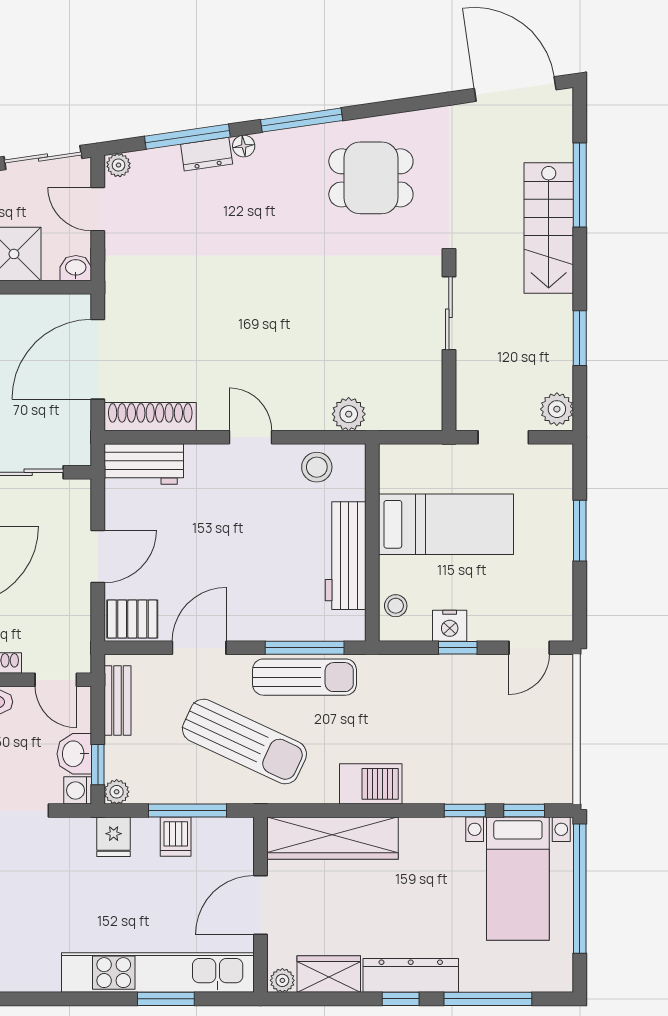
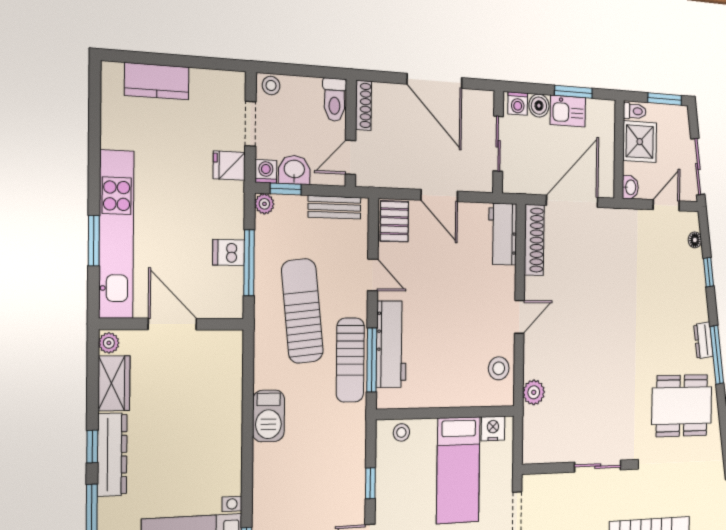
window: (187, 137) -> (709, 272), width x0.46
floor lamp: (244, 146) -> (695, 240), moved
dresser: (207, 154) -> (704, 340), moved
plant: (119, 165) -> (692, 222), removed
dining table: (371, 178) -> (682, 406), width x1.38
door: (98, 359) -> (572, 201), hinge flipped
workbench: (346, 556) -> (391, 344), moved, turned 90
nightstand: (450, 626) -> (493, 429), moved, turned 90
door: (199, 648) -> (373, 275), width x0.73
sun lounger: (244, 741) -> (302, 311), turned 149
window: (465, 811) -> (247, 495), removed
fridge: (114, 837) -> (229, 166), moved
wardrobe: (333, 838) -> (226, 385), removed

